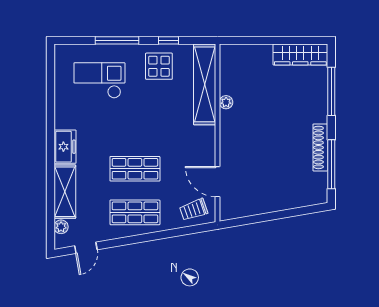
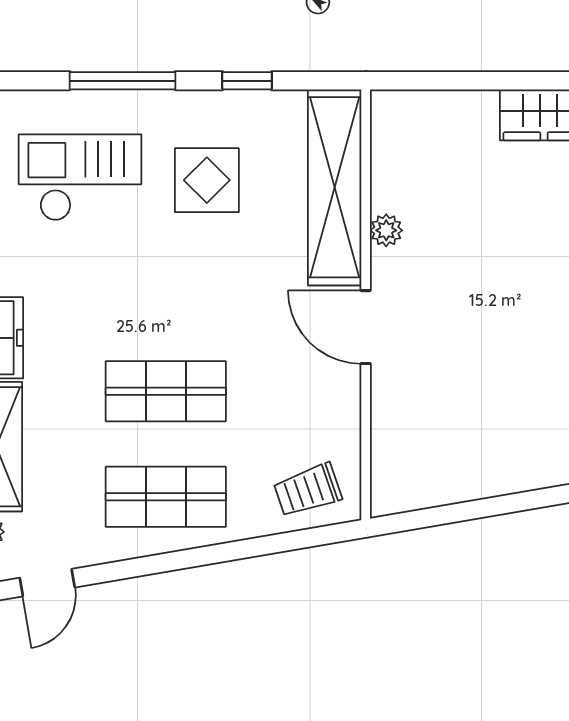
display table: (159, 66) -> (207, 180), moved
door: (218, 182) -> (366, 327), moved

